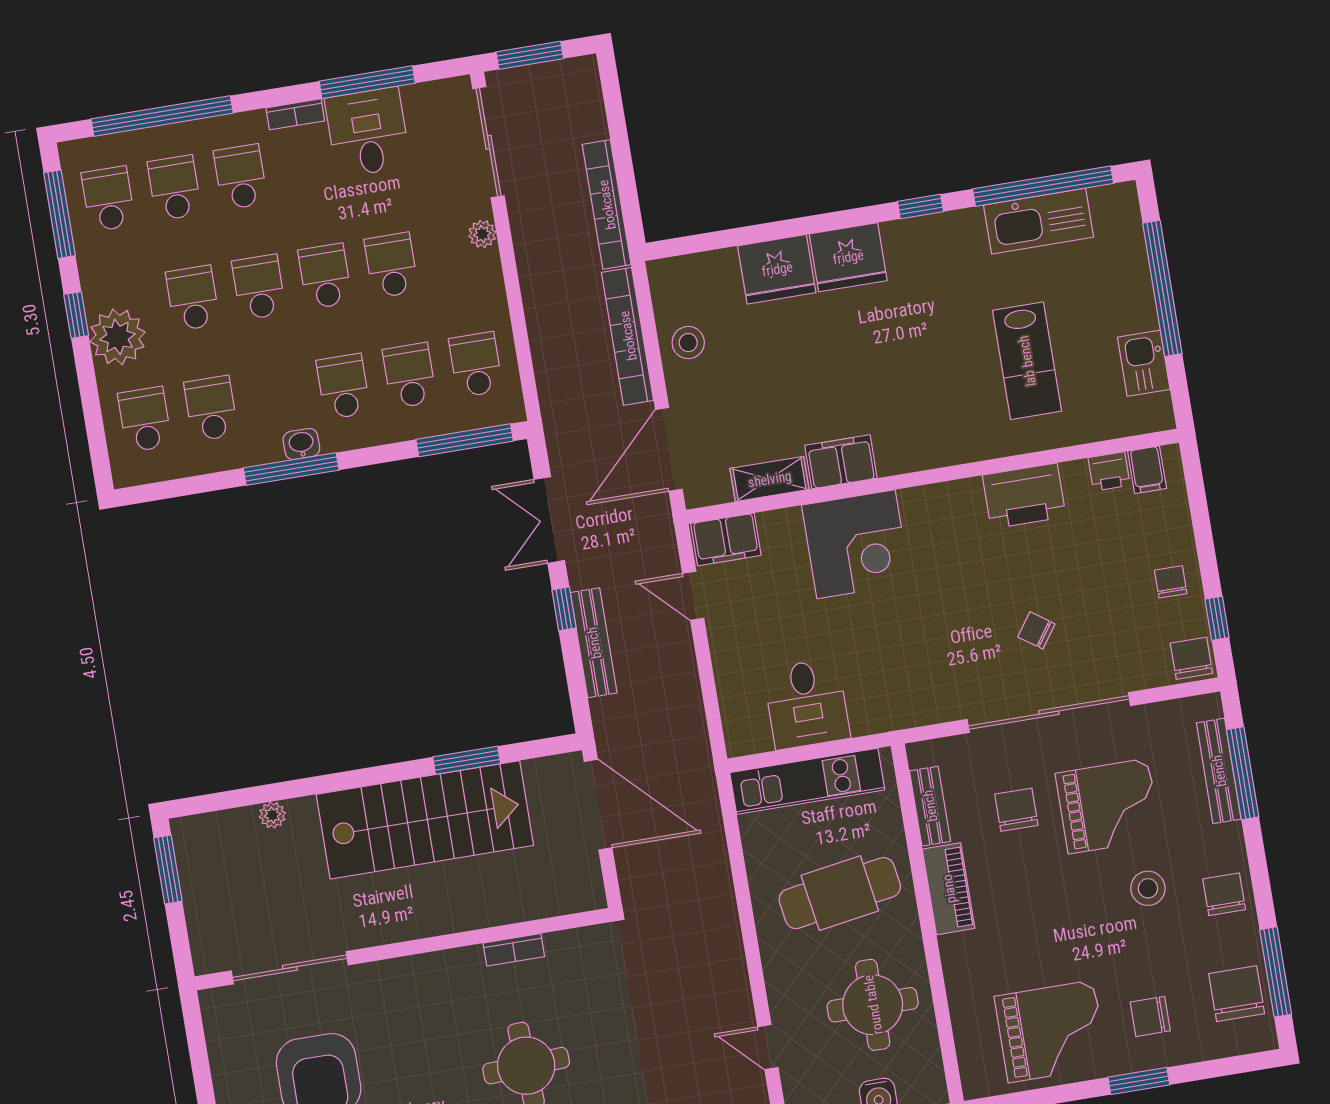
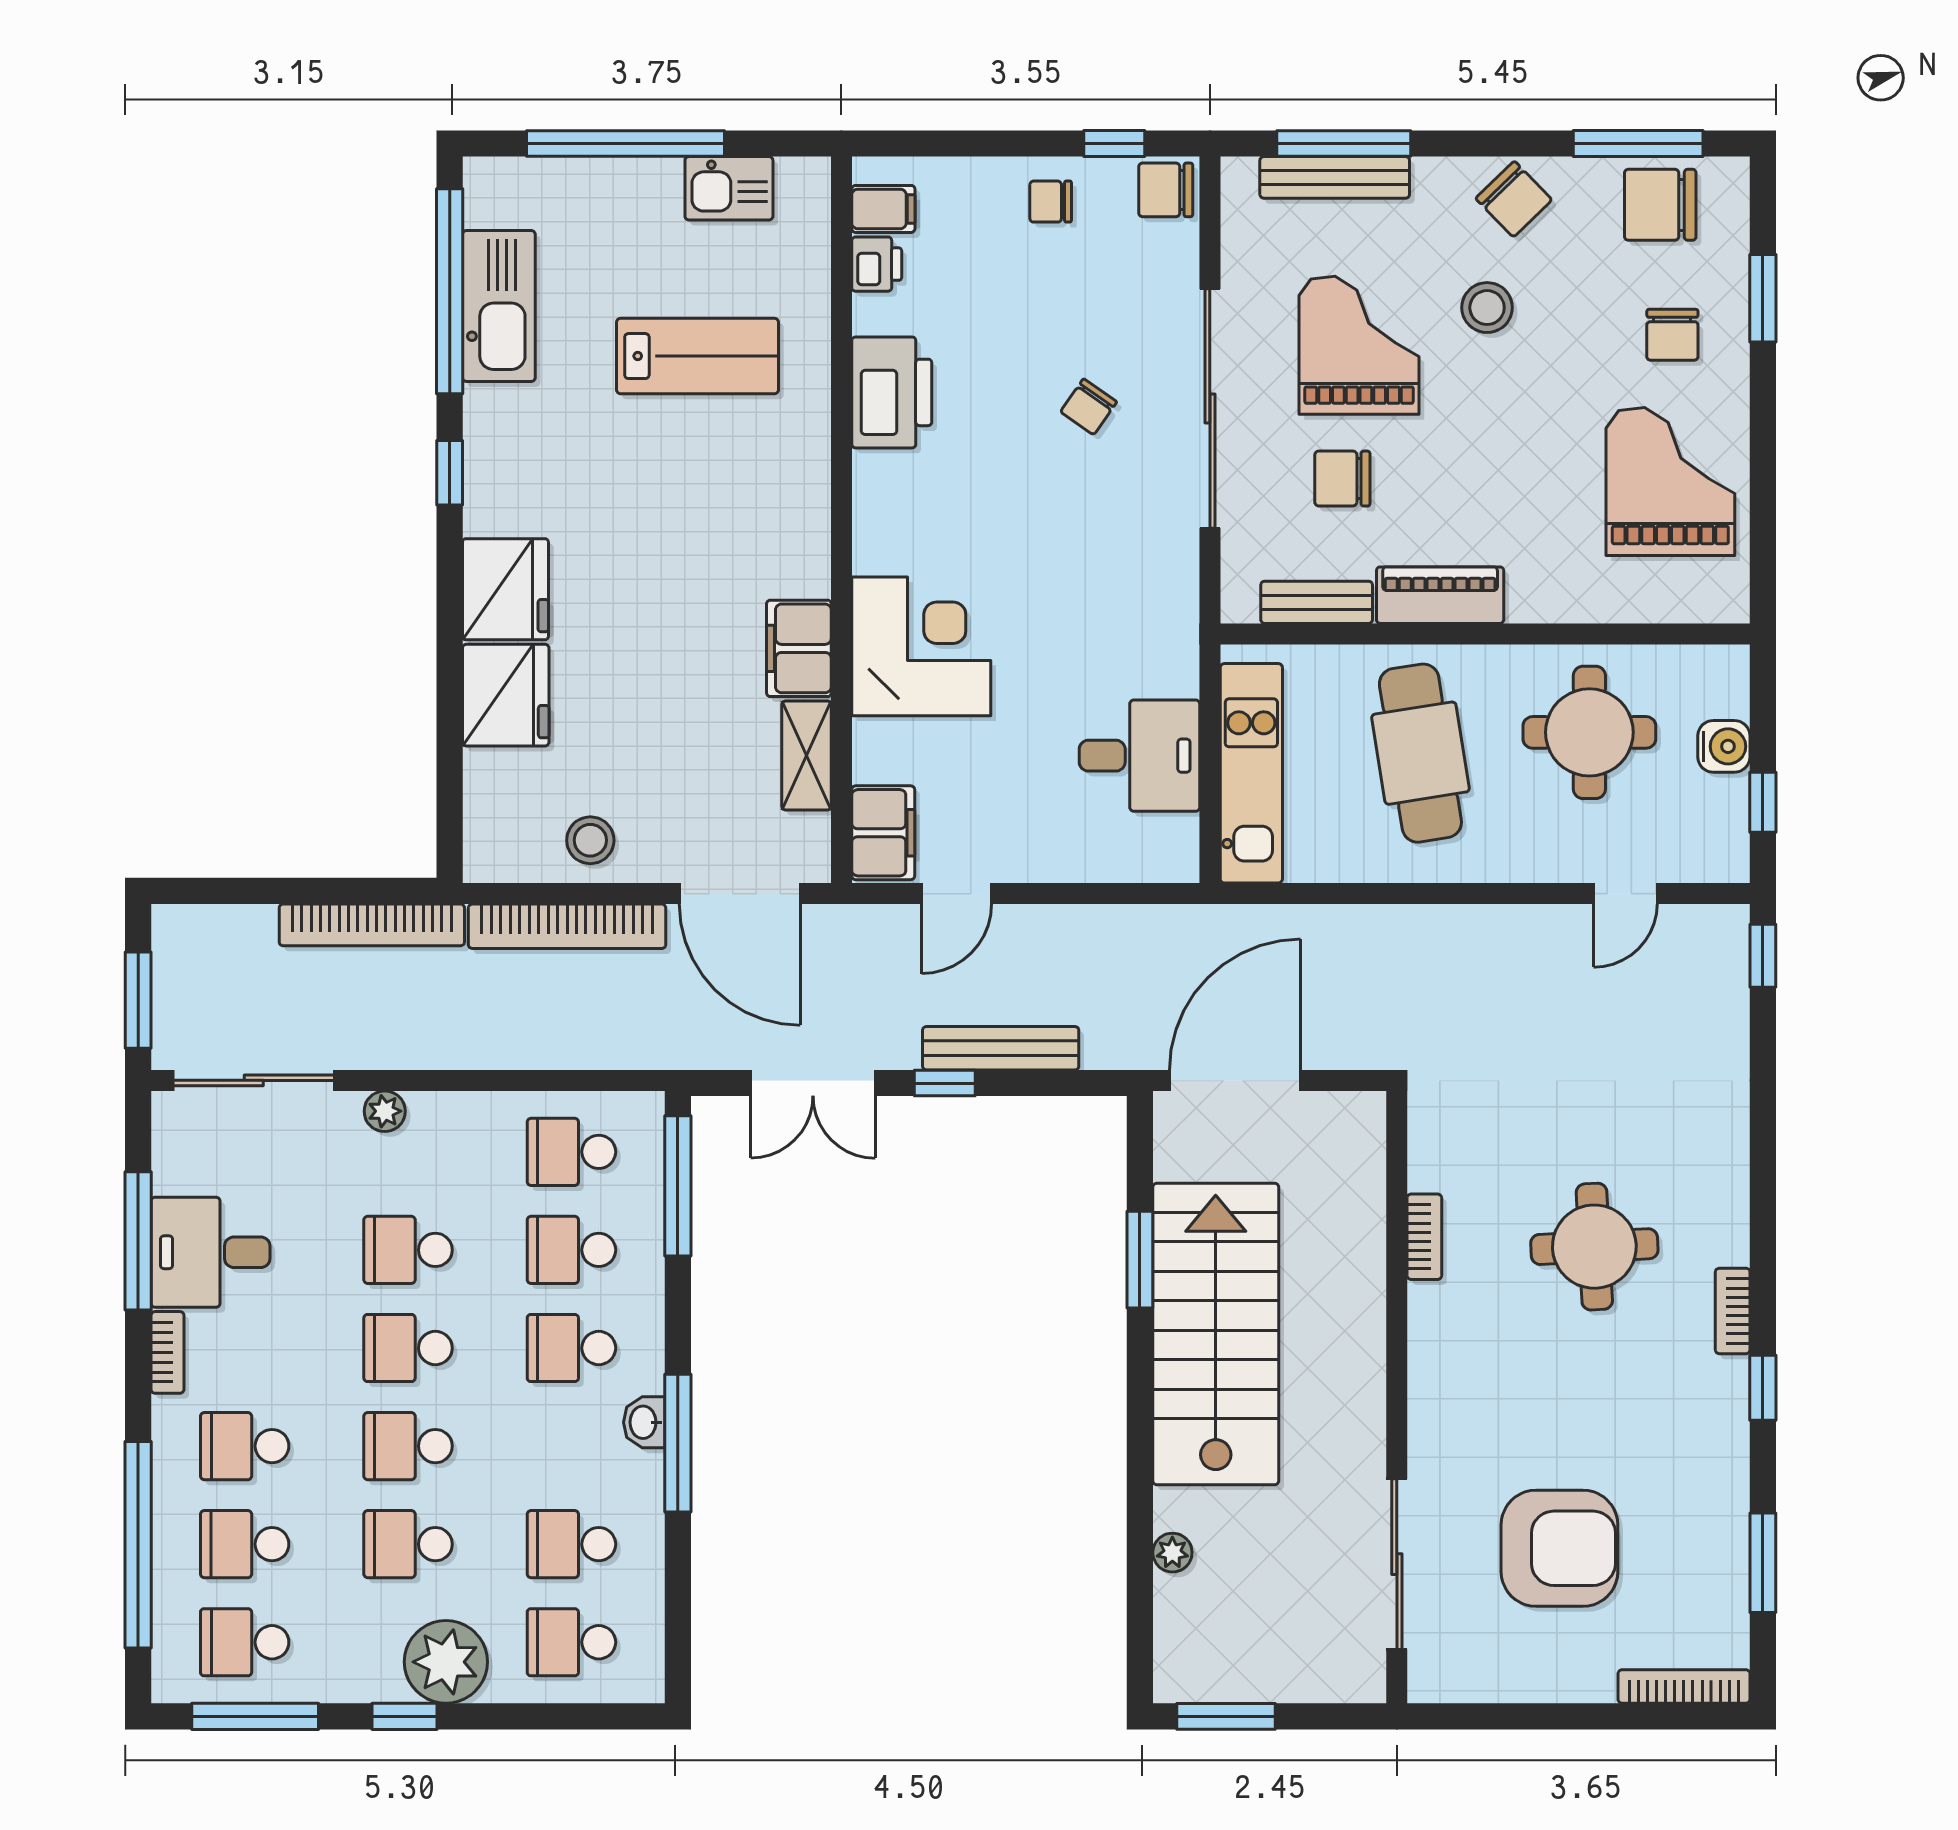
chair: (1224, 894) -> (1514, 199), turned -134
window: (1139, 1081) -> (1763, 298), moved

